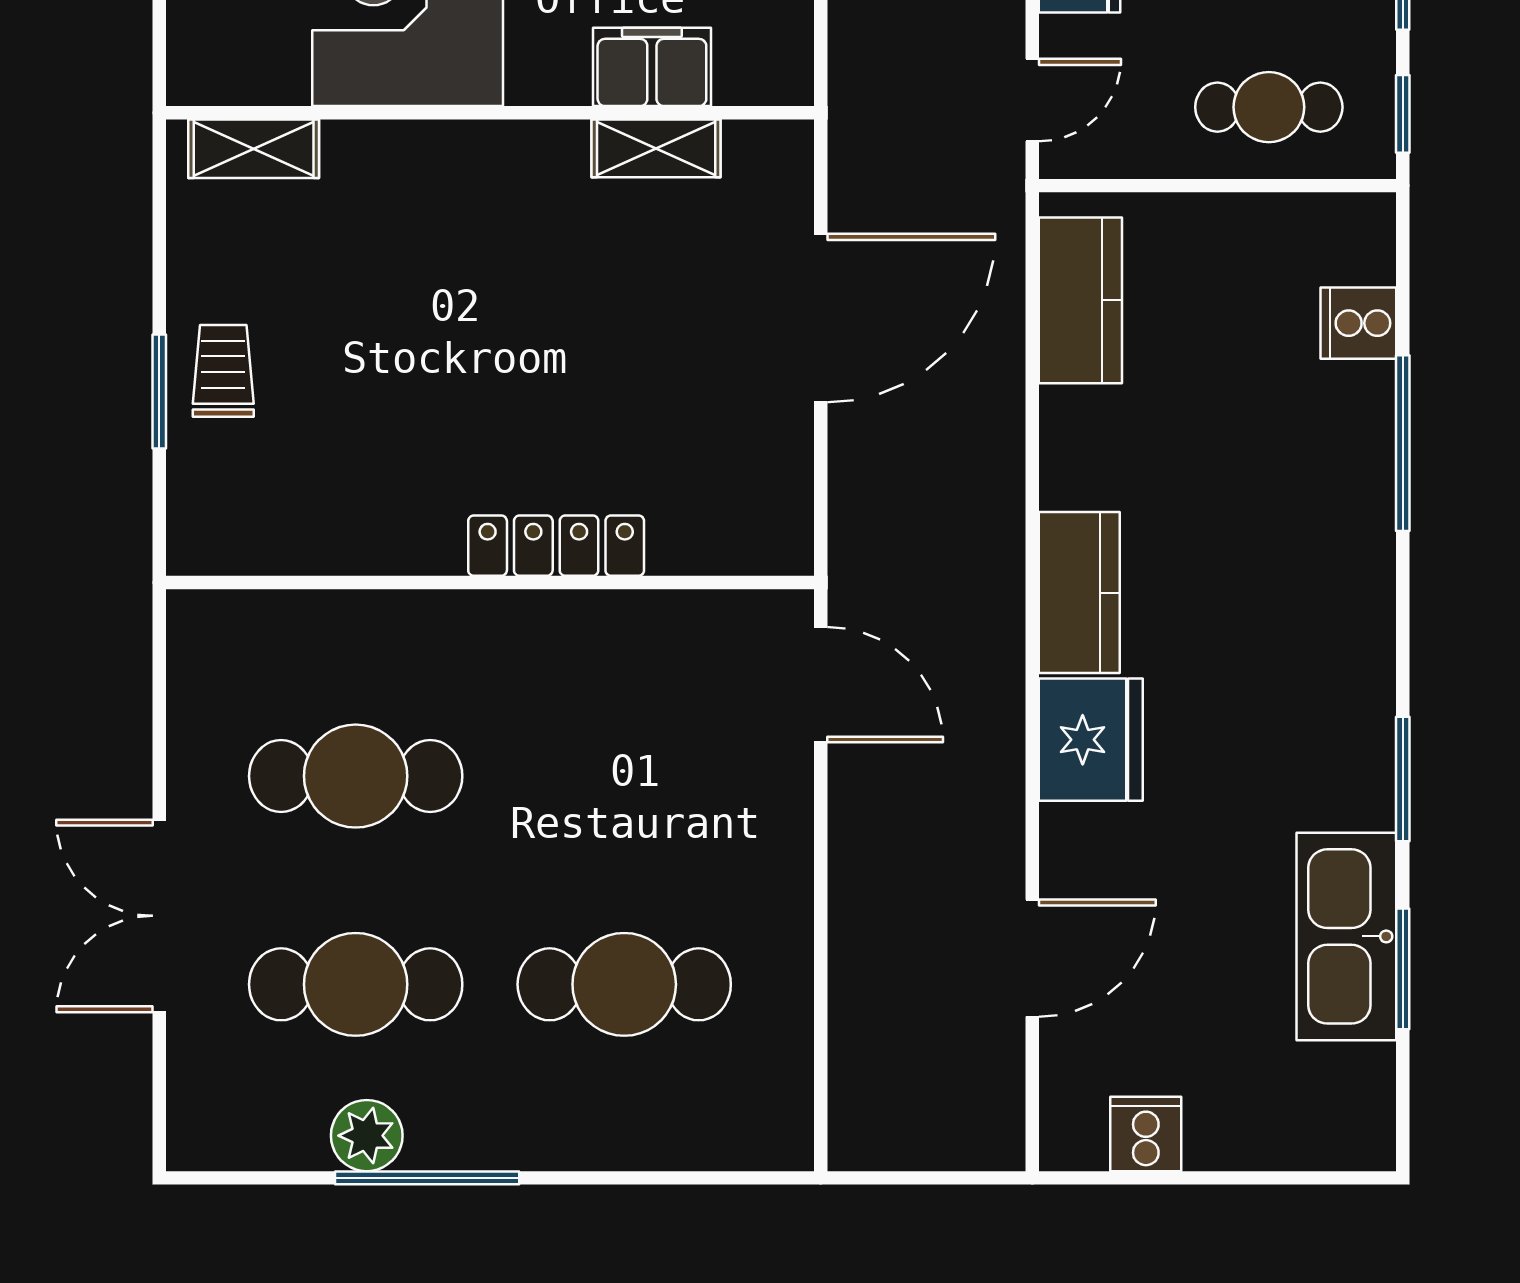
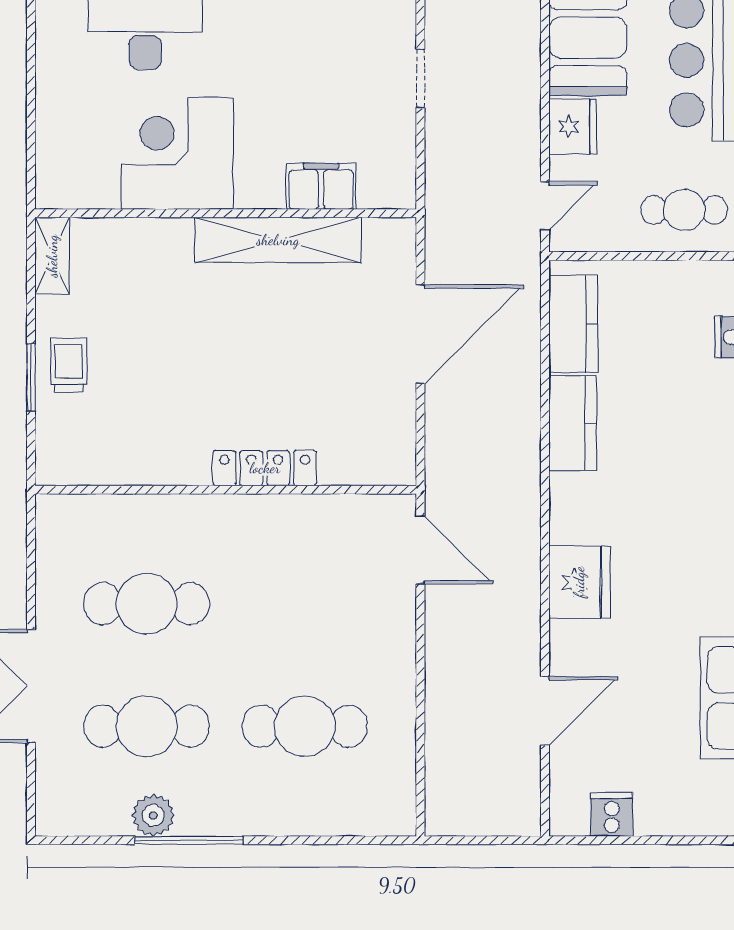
shelving: (656, 148) -> (278, 240), width x2.20, depth x1.33
shelving: (254, 149) -> (52, 256), moved, turned 90
kitchen counter: (1079, 593) -> (573, 423), moved

